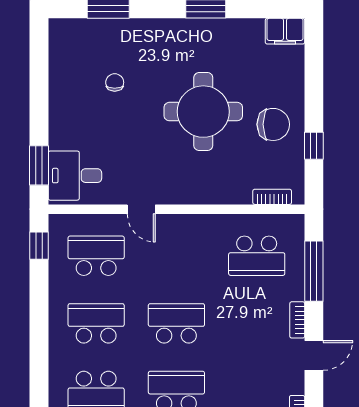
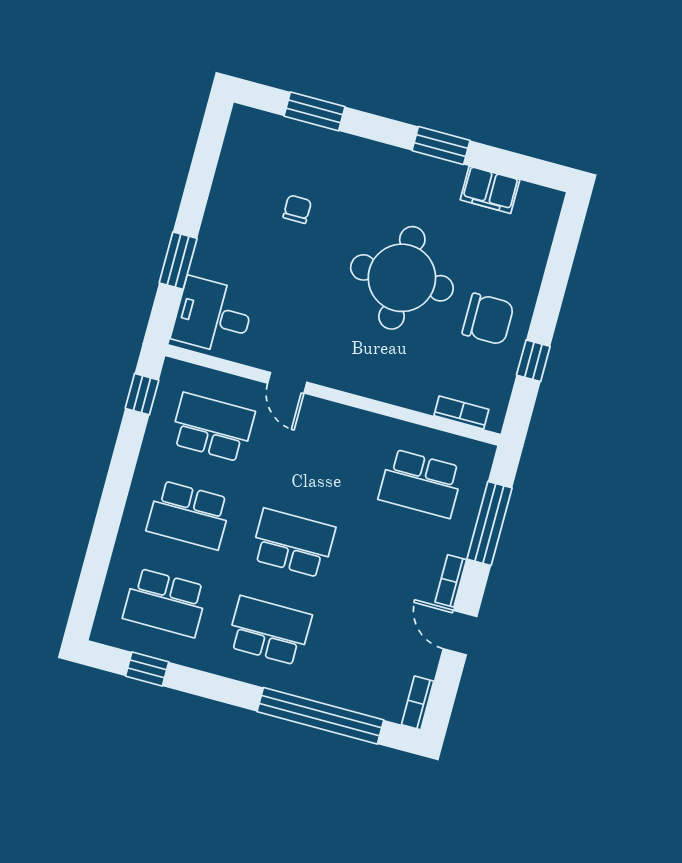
filing cabinet: (285, 31) -> (490, 190), moved
window: (39, 165) -> (178, 261), moved
school desk: (96, 323) -> (189, 515), turned 180
door: (314, 355) -> (460, 633), swing flipped

